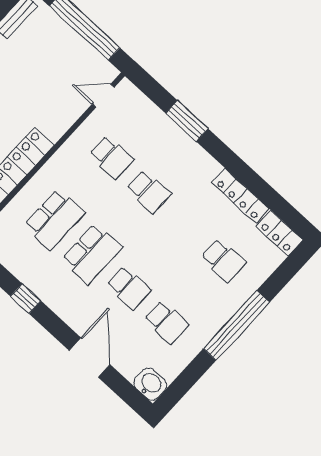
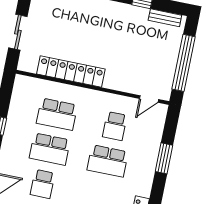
door: (103, 96) -> (149, 99), swing flipped
school desk: (149, 192) -> (108, 161), width x1.85

